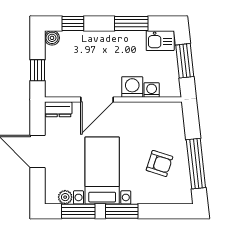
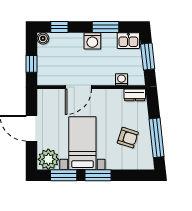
washing machine: (132, 87) -> (92, 41), moved, turned 180
dresser: (58, 109) -> (135, 95), moved
plant: (65, 197) -> (48, 159), width x1.88, depth x1.88

